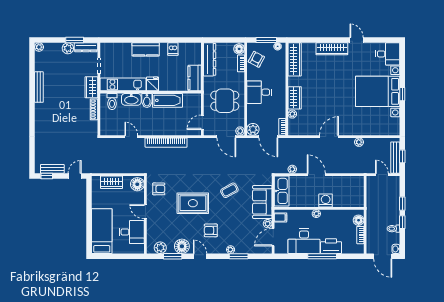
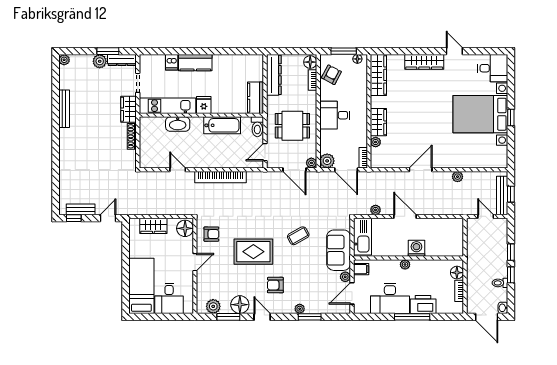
dishwasher: (173, 49) -> (172, 62), moved
bidet: (147, 101) -> (197, 126), removed
toilet: (112, 102) -> (257, 127), moved
door: (145, 212) -> (195, 262), swing flipped
desk: (132, 232) -> (169, 298), moved, turned 90

